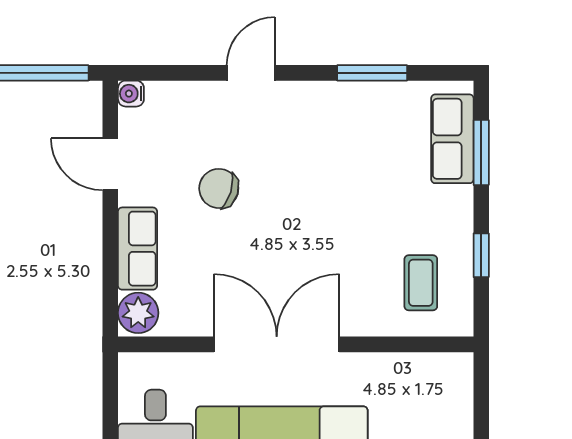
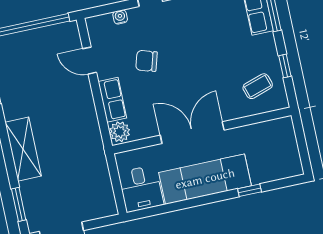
water cooler: (131, 94) -> (120, 17), moved, turned 90
coffee table: (421, 283) -> (258, 86), turned 72

